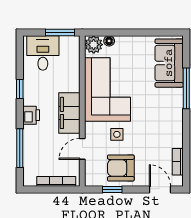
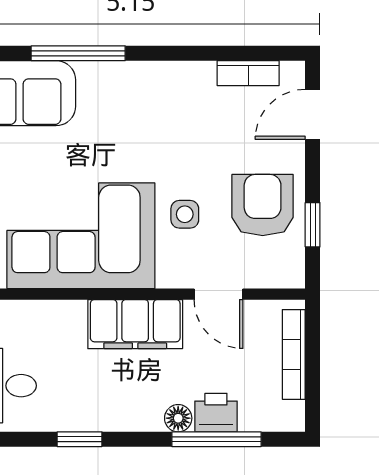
printer: (31, 115) -> (216, 413), moved
floor lamp: (29, 132) -> (178, 418), added
armchair: (121, 168) -> (263, 205), turned 180

